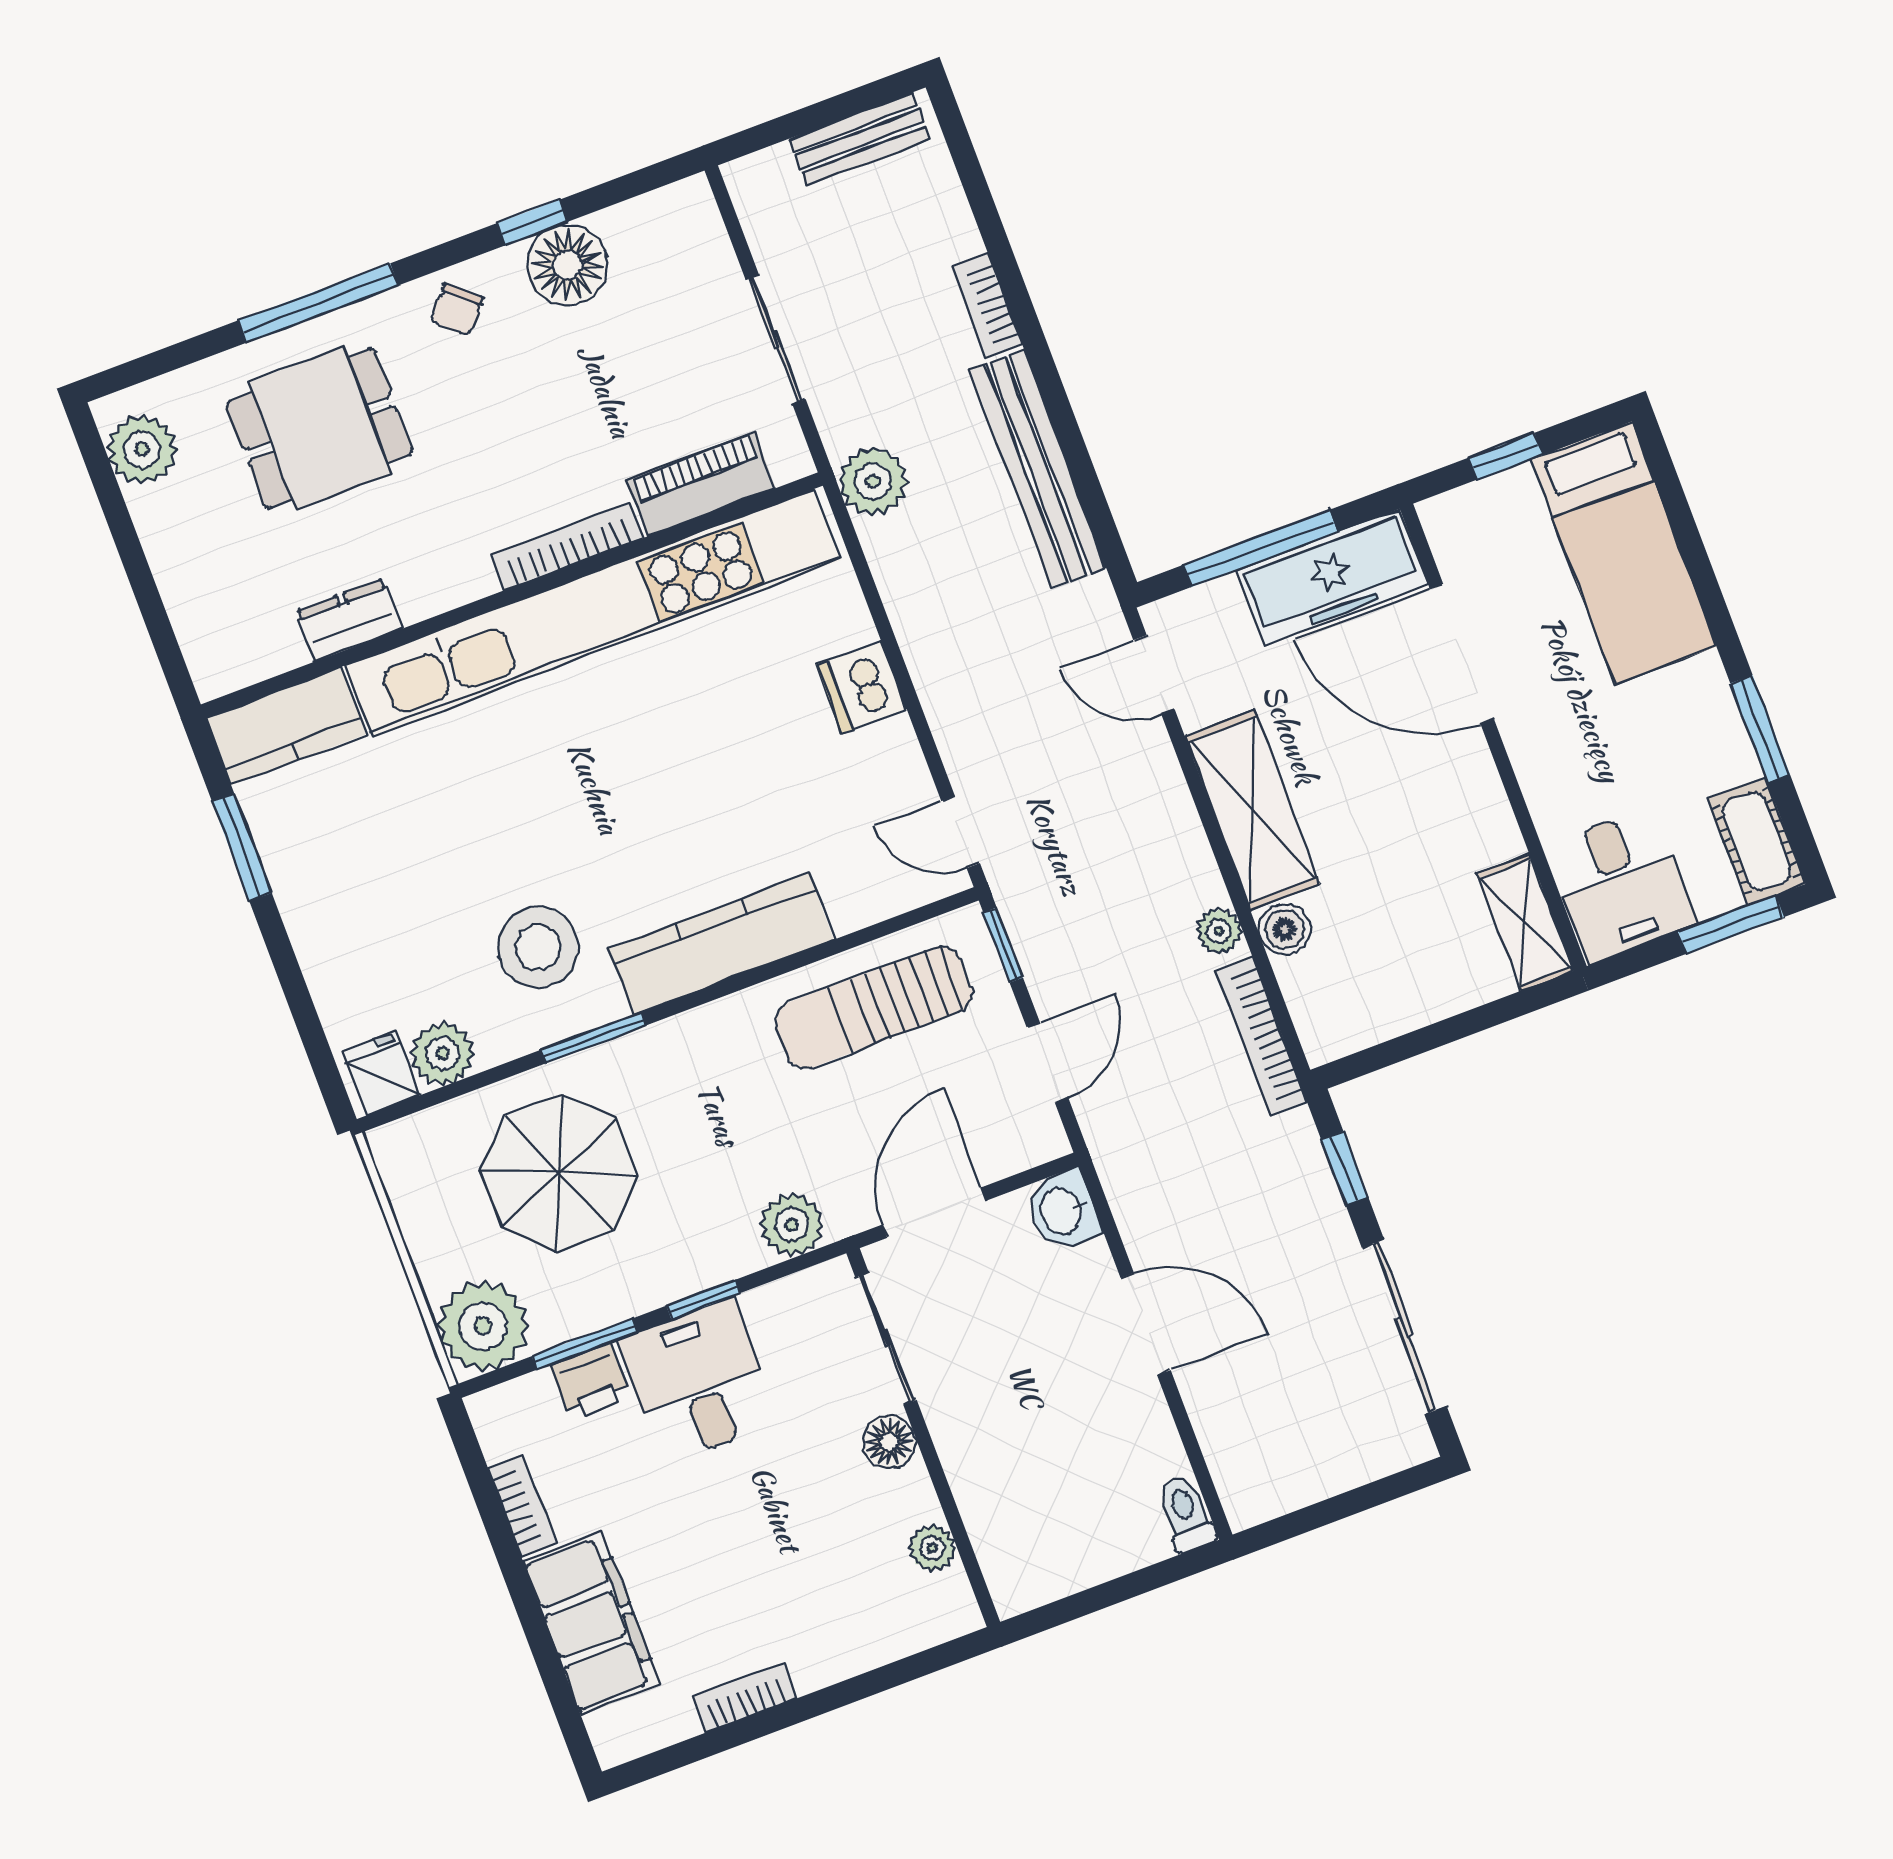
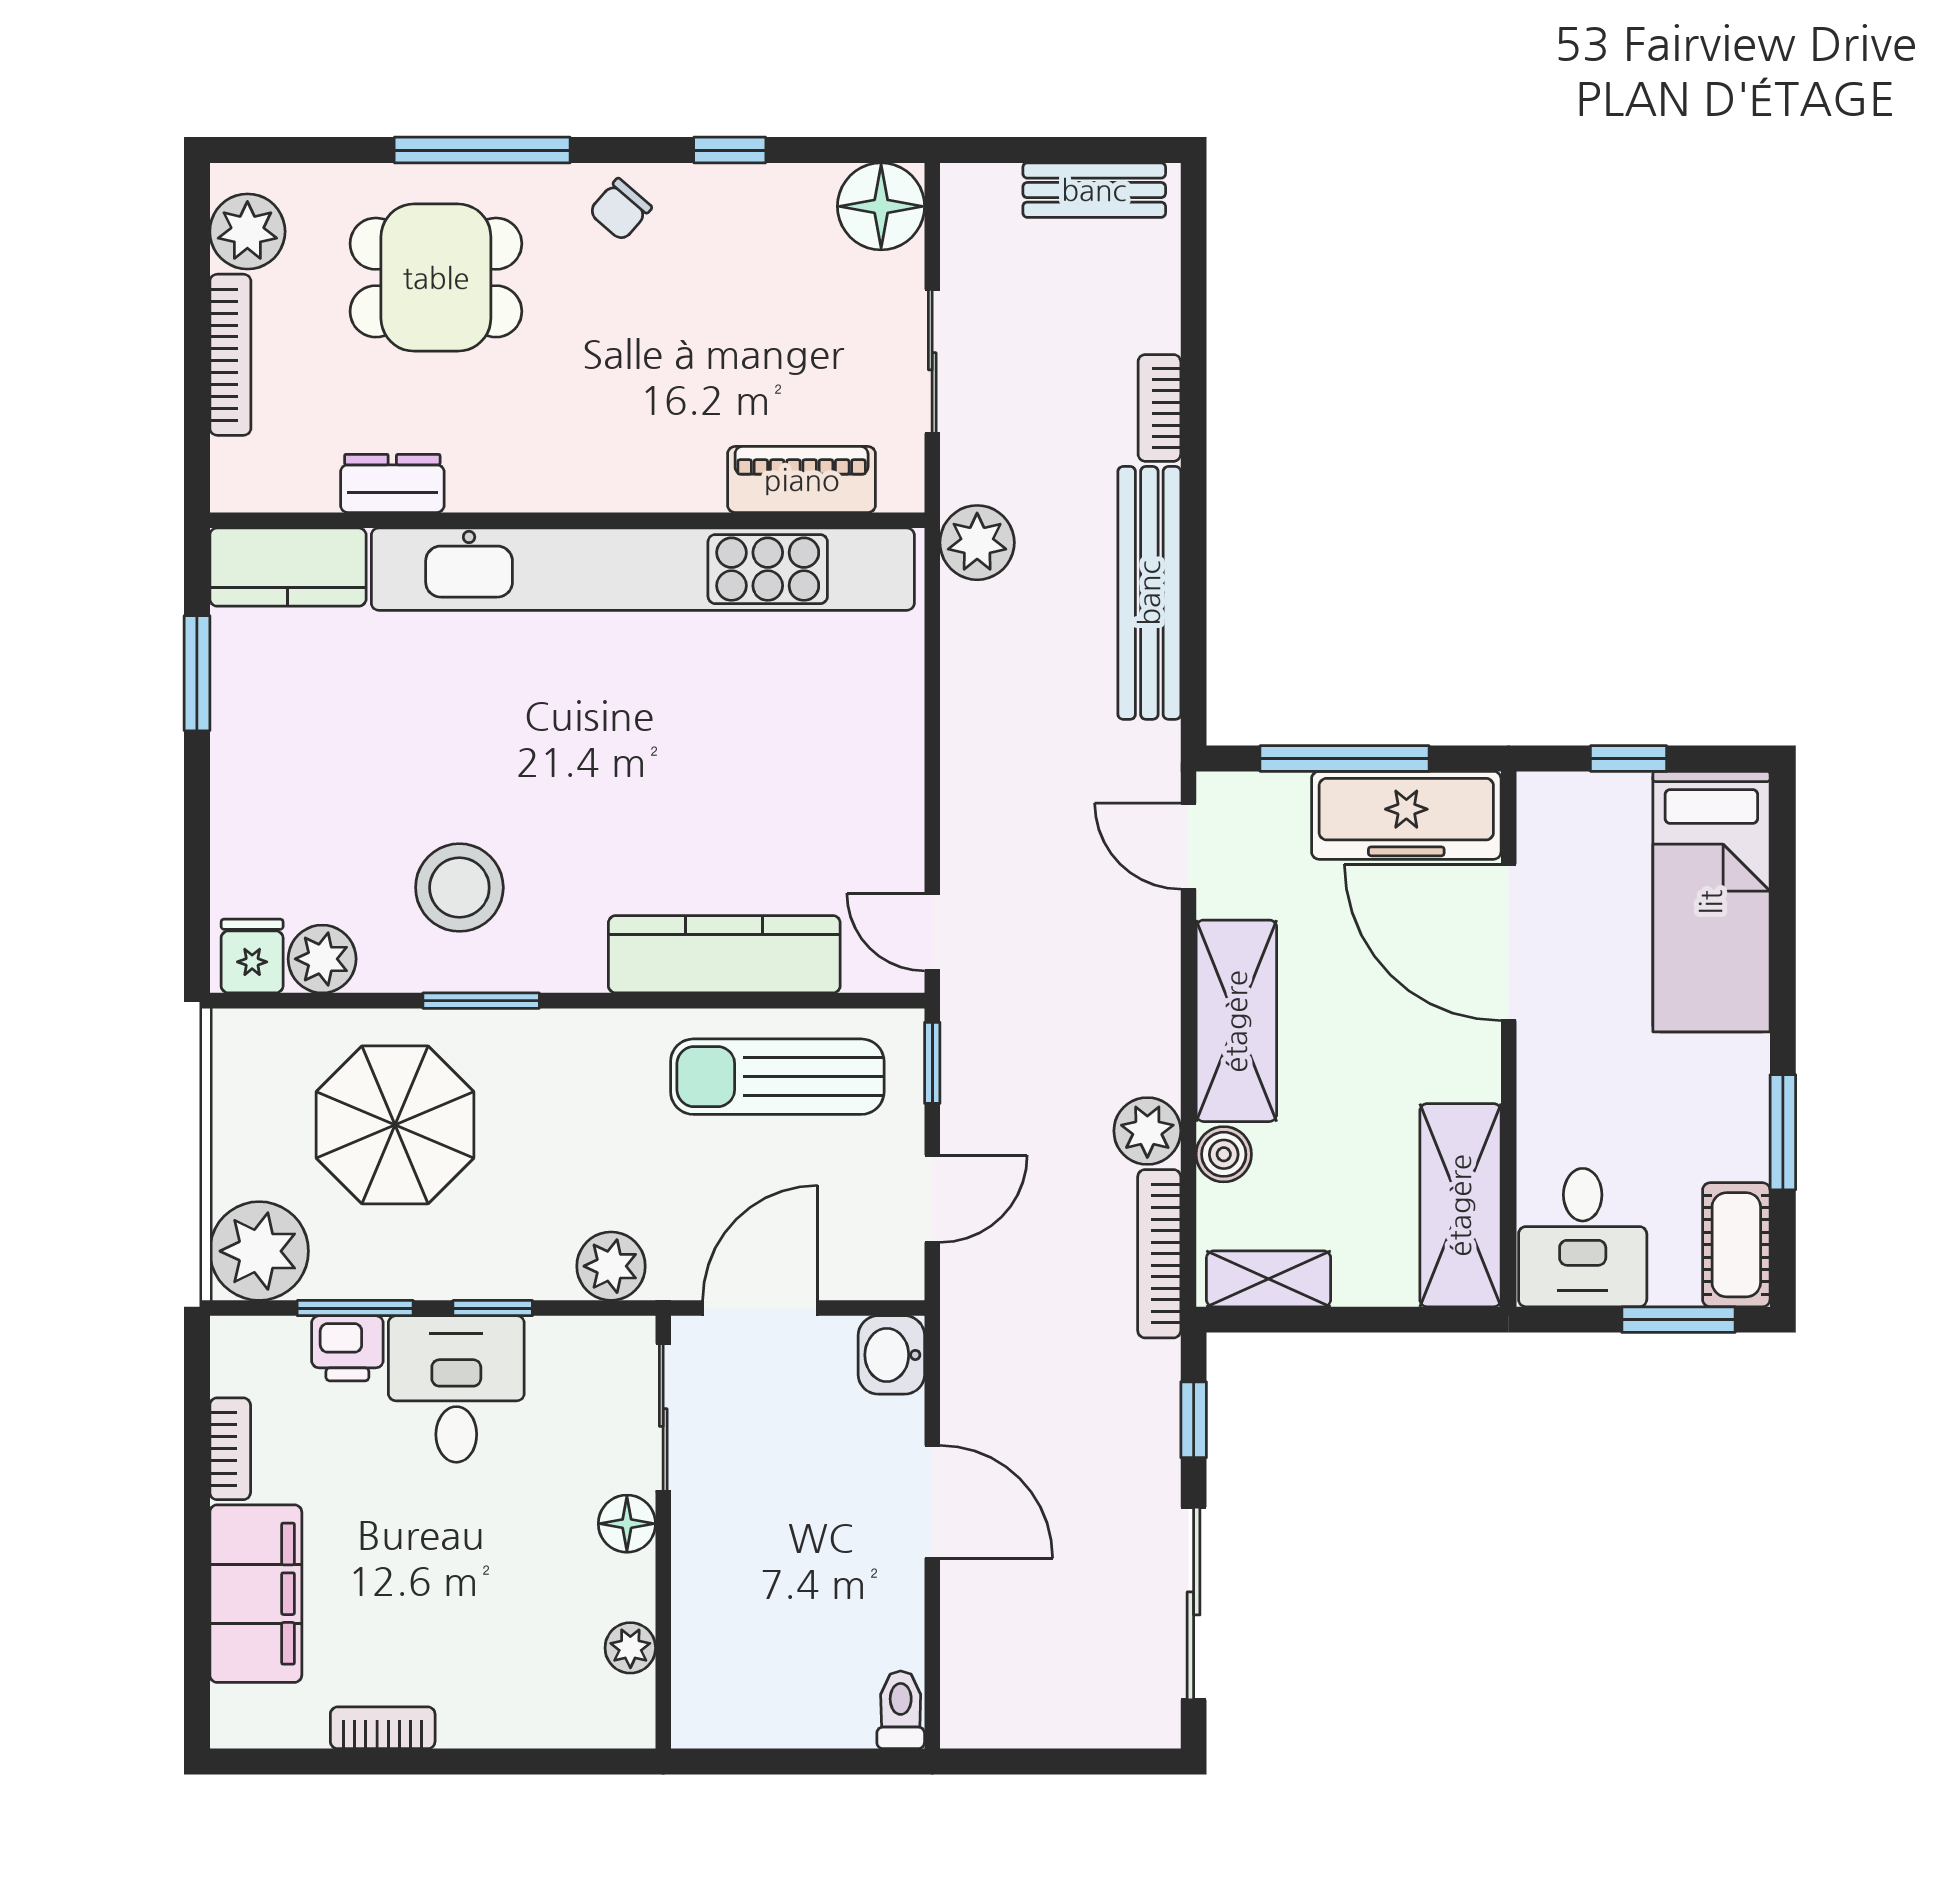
floor lamp: (567, 265) -> (881, 206), moved
bookcase: (567, 546) -> (230, 355), moved, turned 90
dishwasher: (862, 687) -> (887, 747), removed
shelving: (1525, 922) -> (1460, 1205), width x1.50, depth x1.33
plant: (1219, 931) -> (1147, 1131), width x1.38, depth x1.38
kitchen counter: (721, 944) -> (724, 954), moved
shelving: (1364, 1022) -> (1269, 1279), added

